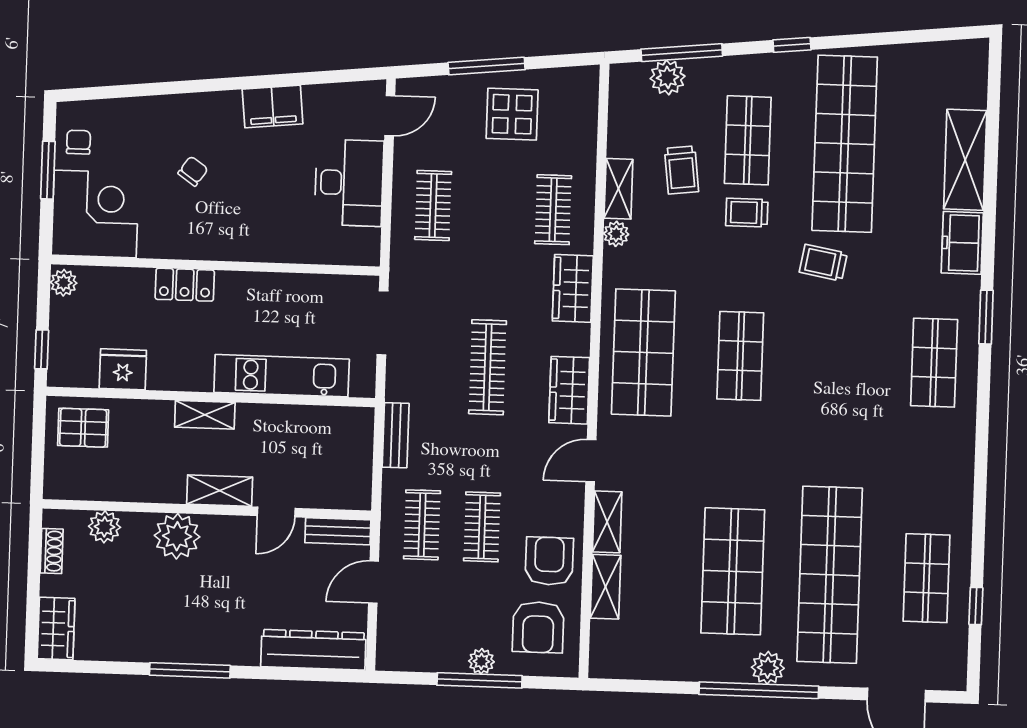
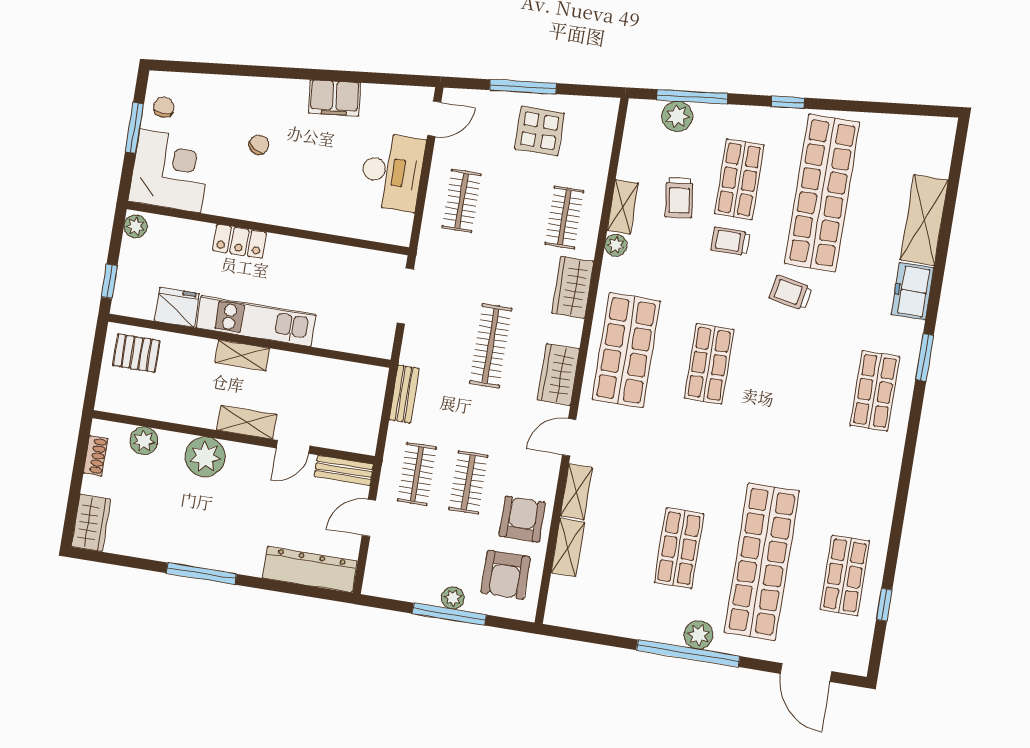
kitchen unit: (282, 376) -> (256, 321), moved
shop shelf: (733, 571) -> (679, 548), width x0.70, depth x0.74

